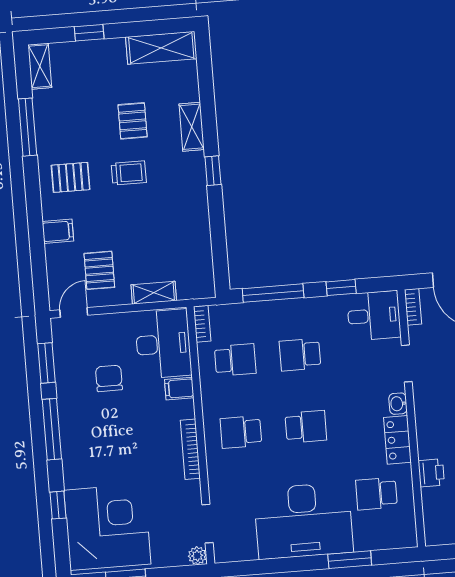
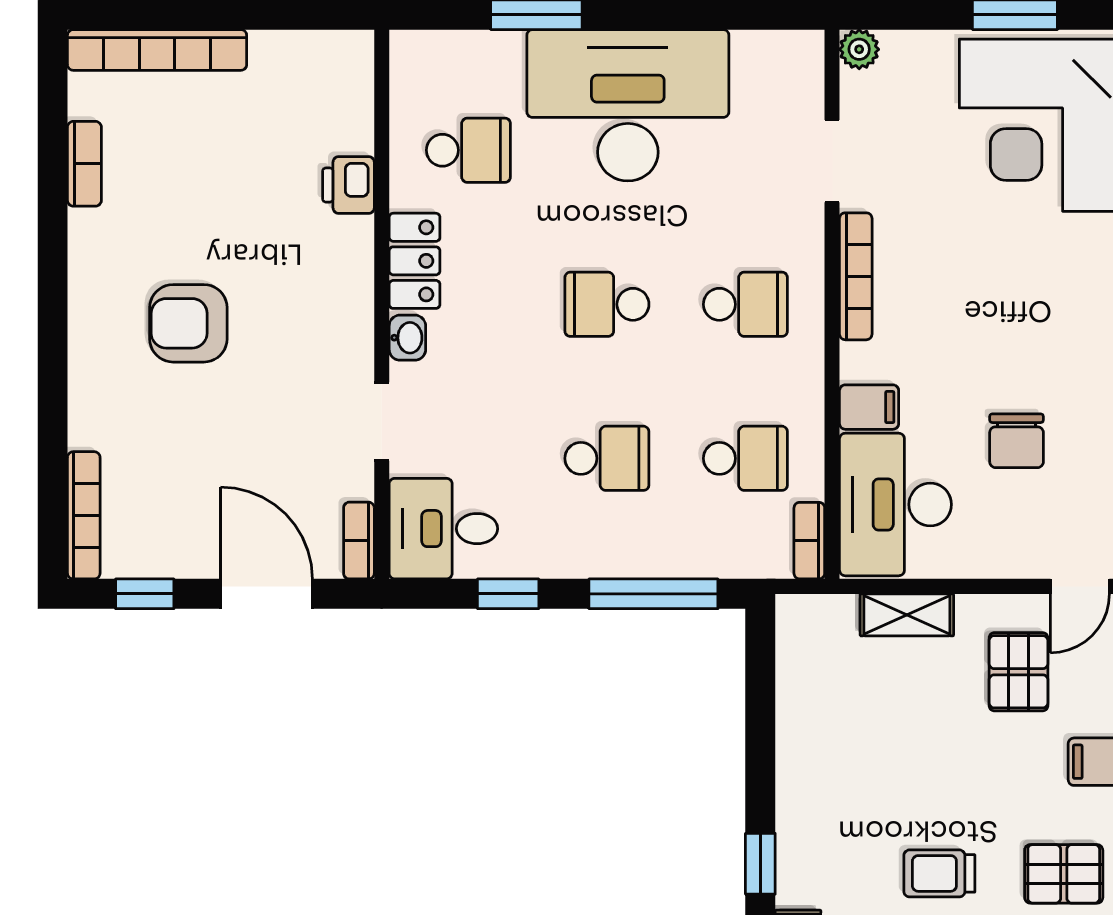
school desk: (235, 360) -> (745, 458), turned 180
doorway: (208, 524) -> (832, 161), moved

